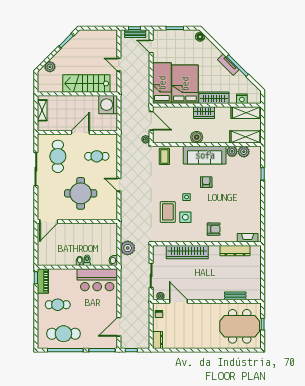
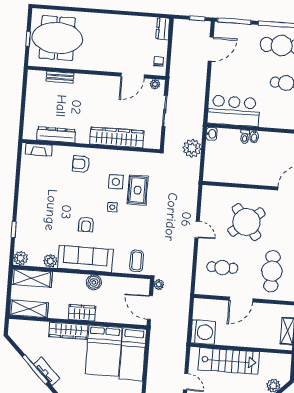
nightstand: (242, 99) -> (33, 327), removed
plant: (244, 152) -> (21, 258), moved
round table: (81, 193) -> (246, 222), turned -38
door: (178, 301) -> (133, 76), hinge flipped

